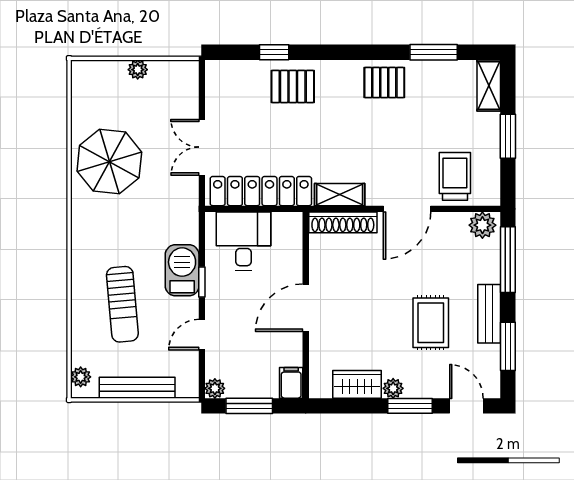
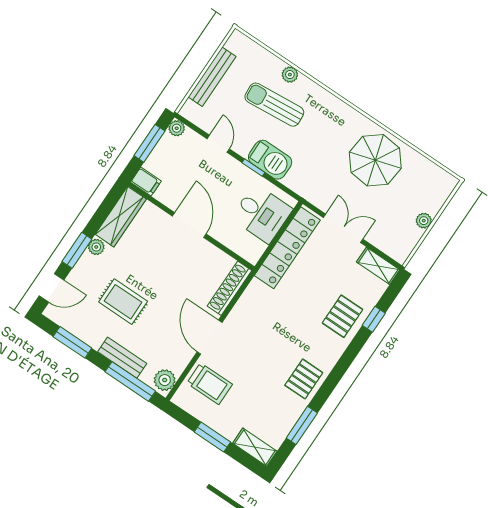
shelving: (340, 195) -> (378, 266), moved, turned 90
bench: (489, 314) -> (122, 358), moved
plant: (81, 377) -> (290, 75), moved
wardrobe: (357, 384) -> (121, 217), width x1.50

